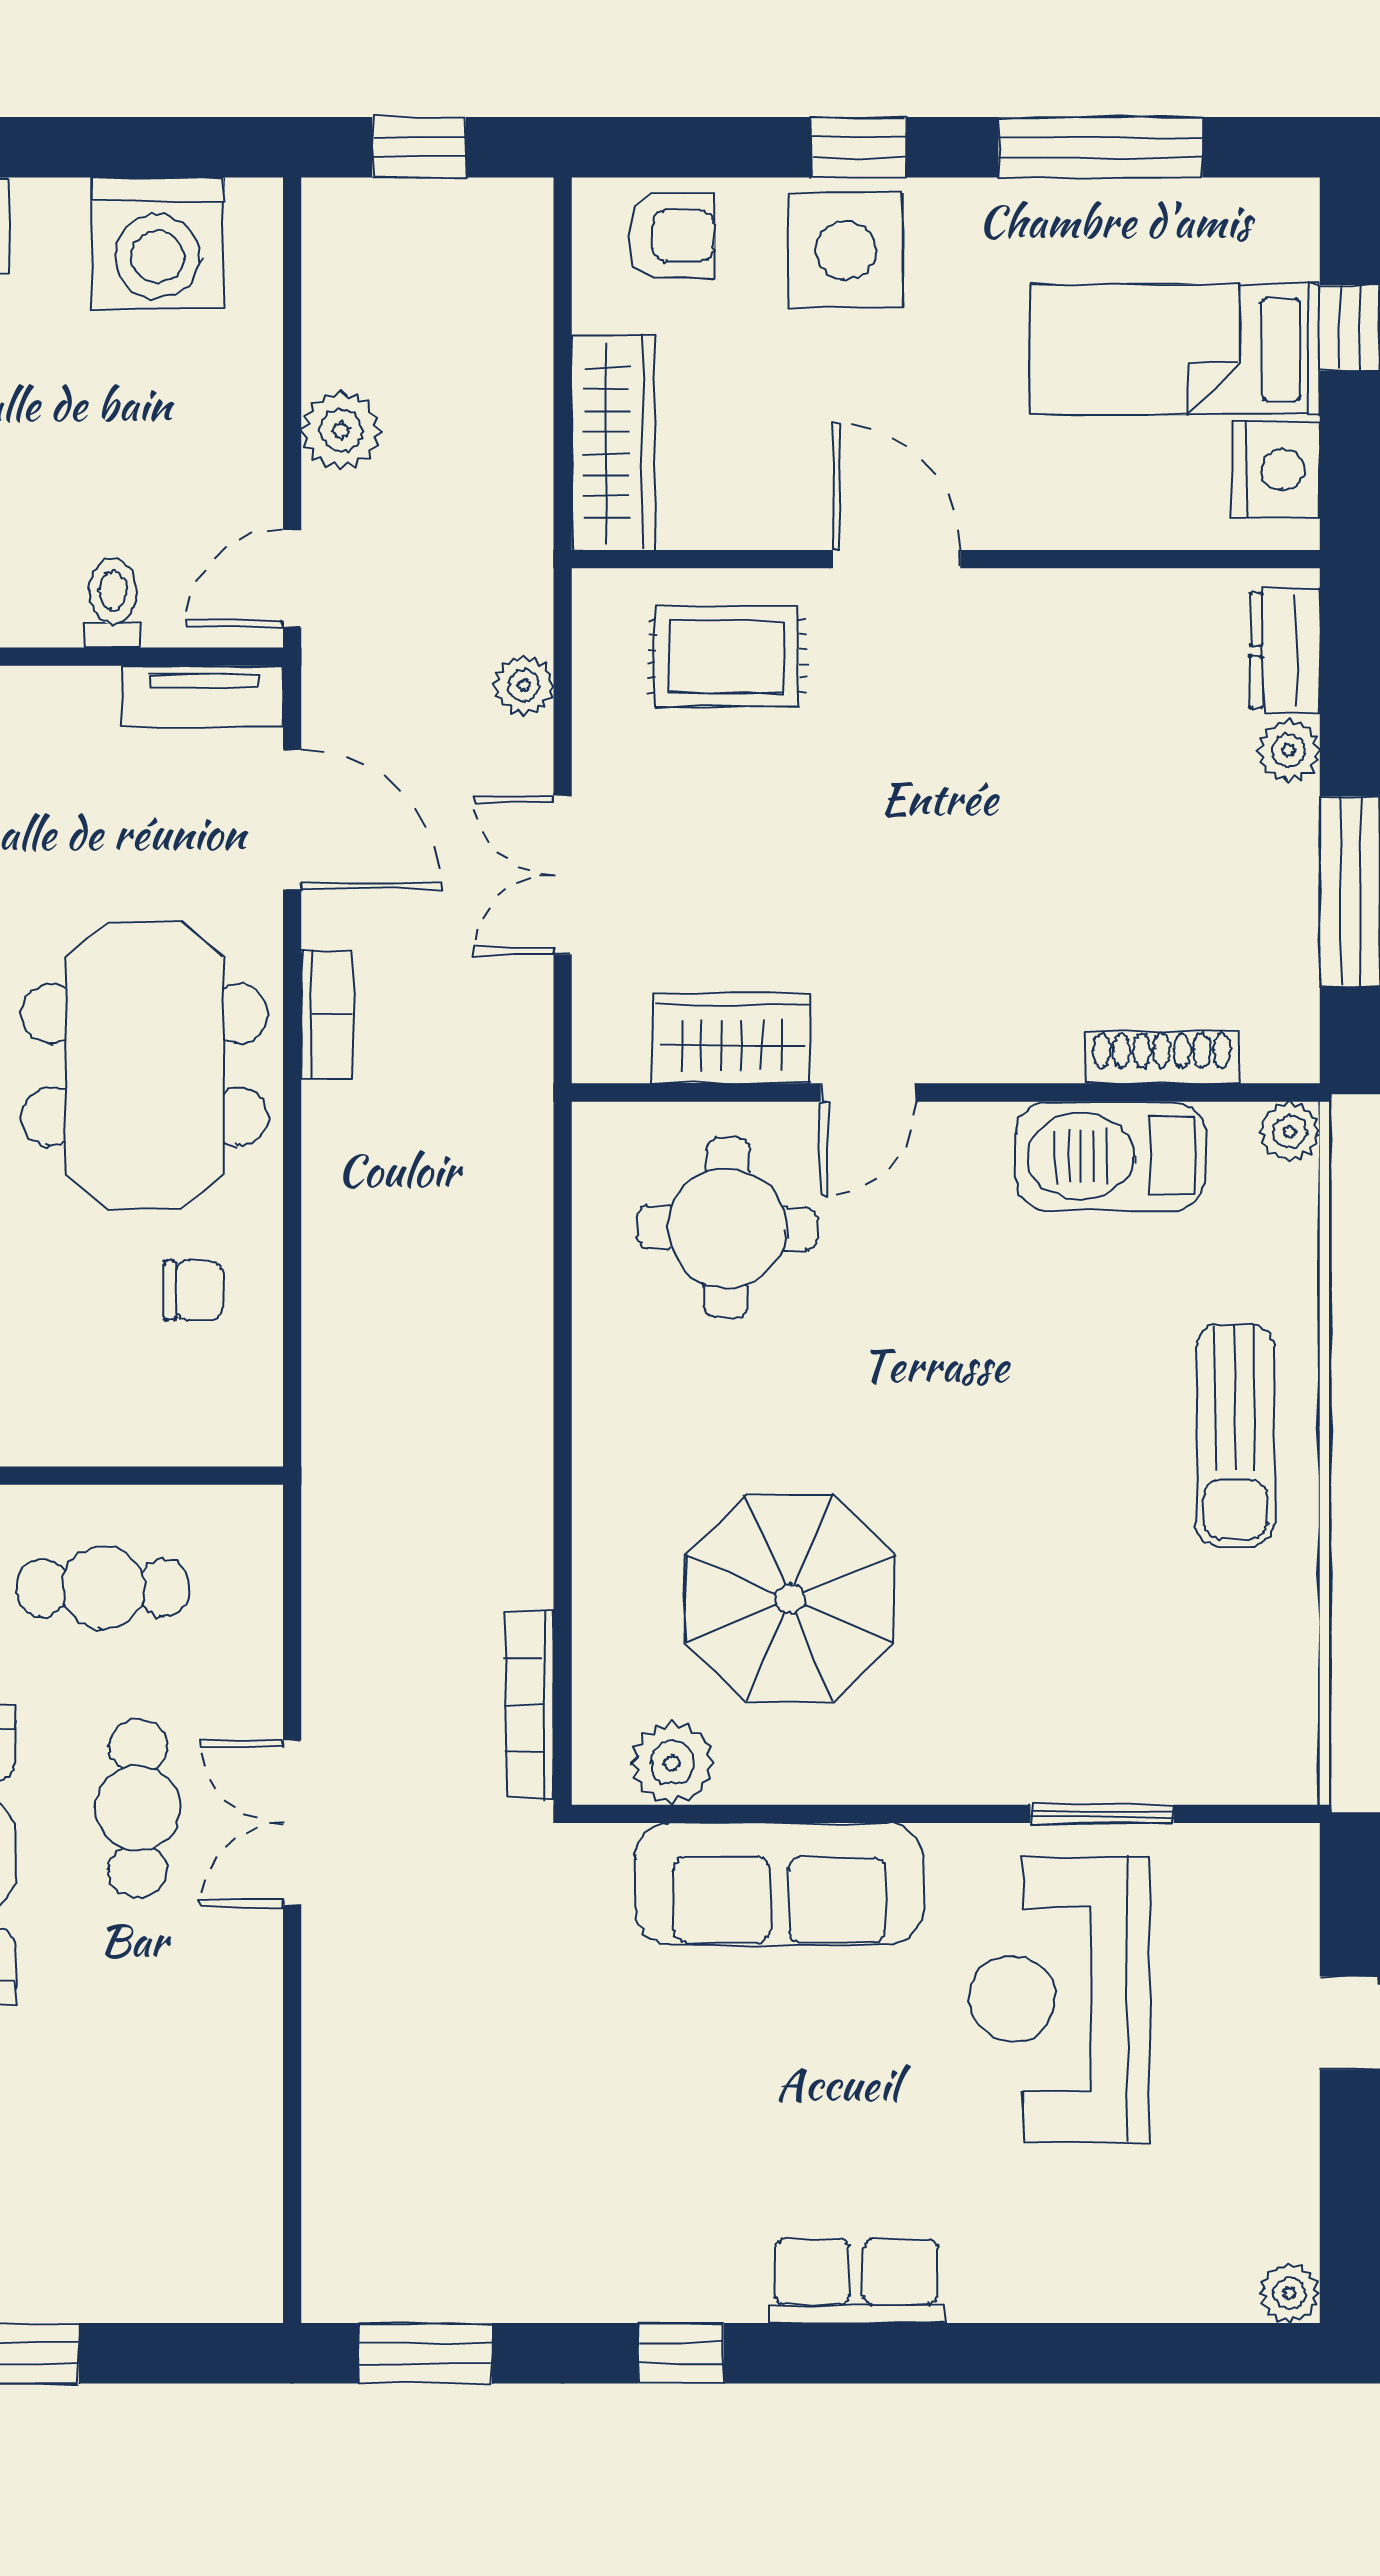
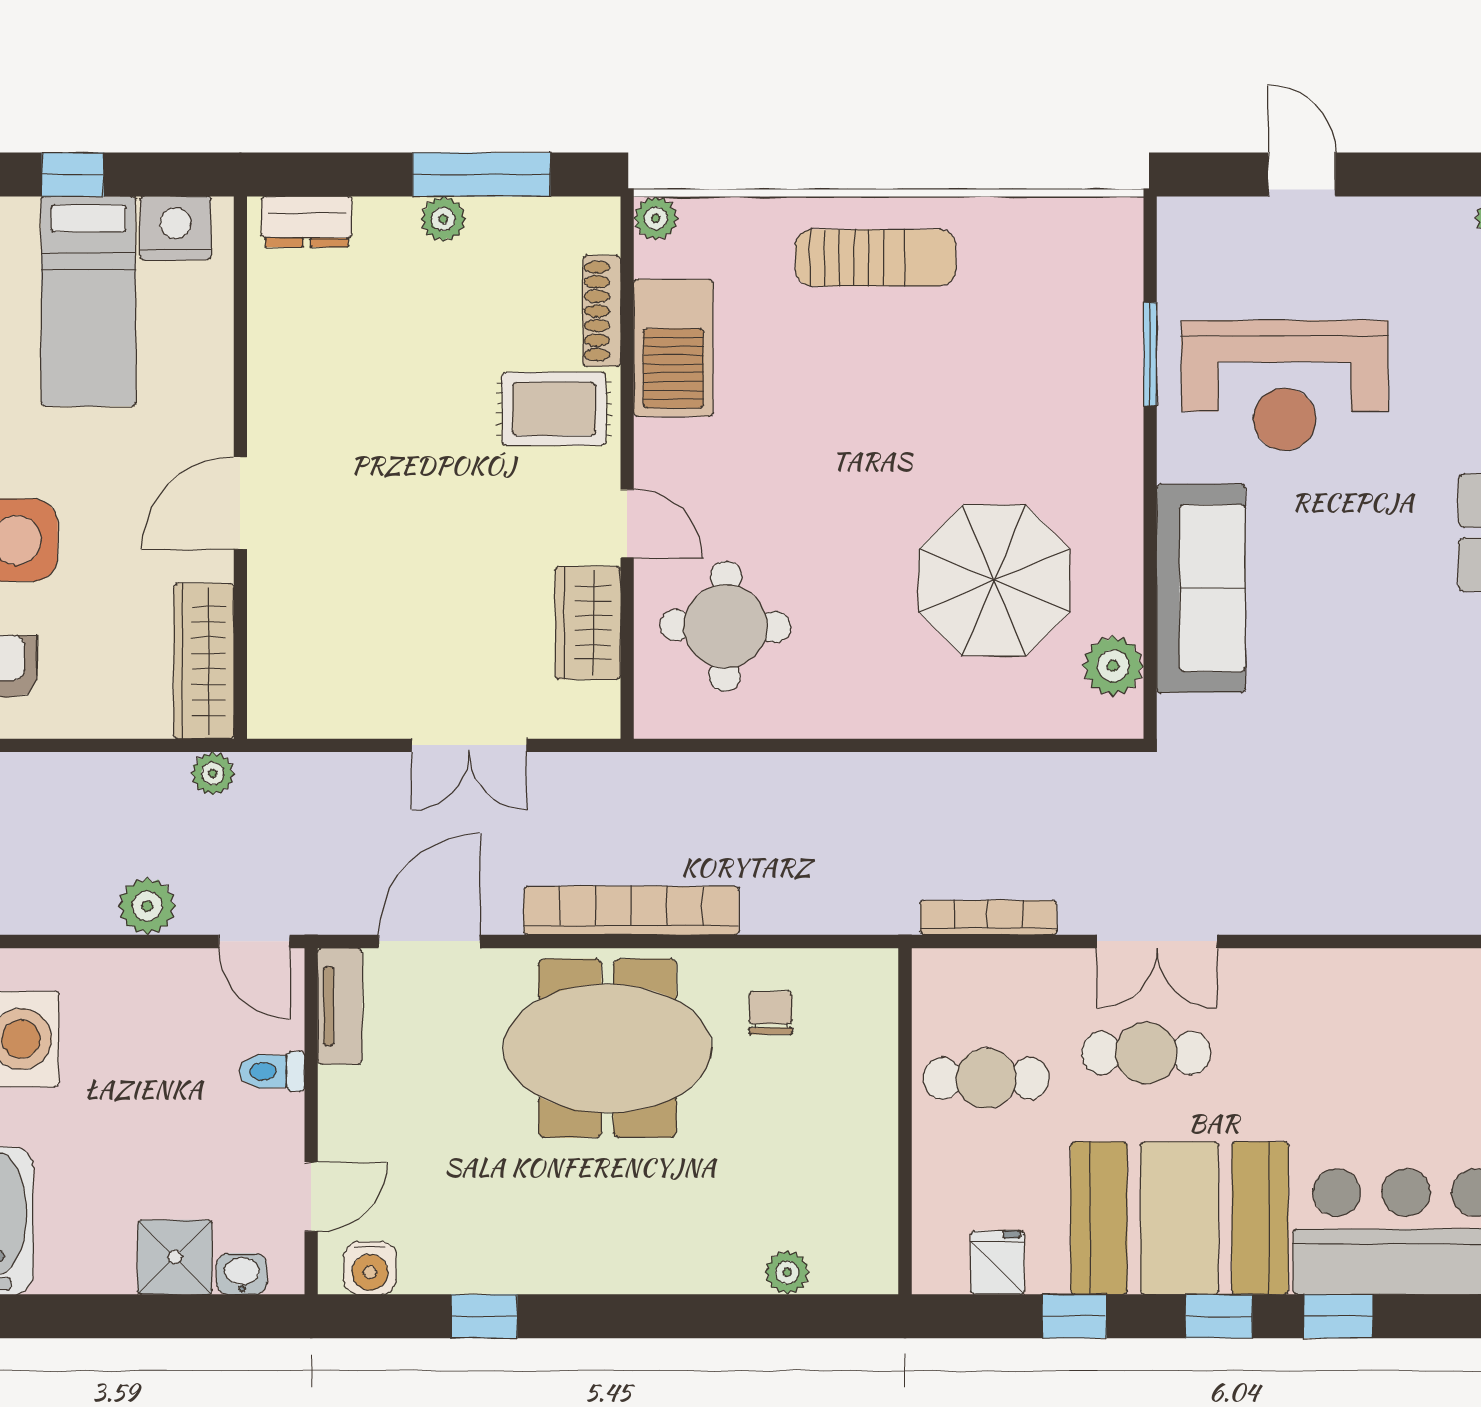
wardrobe: (613, 443) -> (204, 661), moved, turned -90
rug: (727, 657) -> (554, 409), moved, turned 90
plant: (524, 685) -> (213, 774), moved
plant: (1289, 750) -> (443, 219), moved
bookcase: (327, 1014) -> (631, 911), width x2.31, depth x1.31
cafe table: (103, 1588) -> (986, 1078), turned 90
bookcase: (529, 1705) -> (988, 917), moved, turned 180

